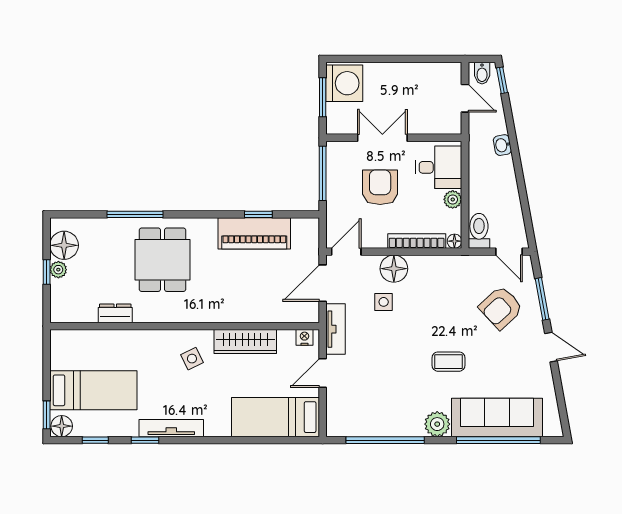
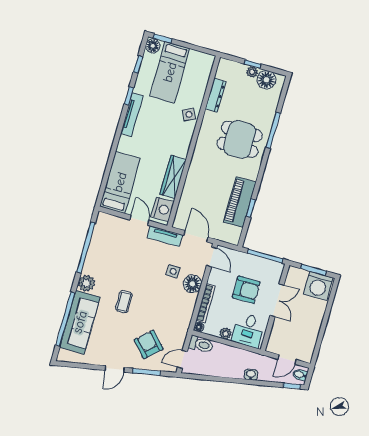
dresser: (115, 313) -> (216, 95), width x1.44
nightstand: (304, 337) -> (162, 209), width x1.89, depth x1.79
side table: (192, 359) -> (189, 114), moved

